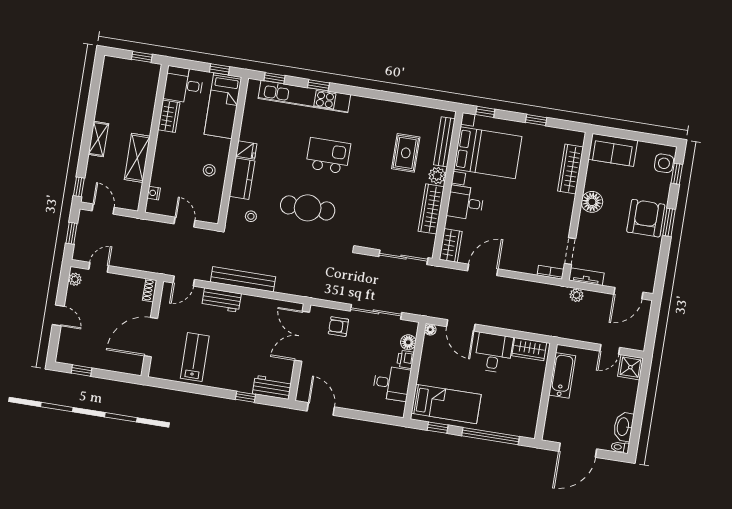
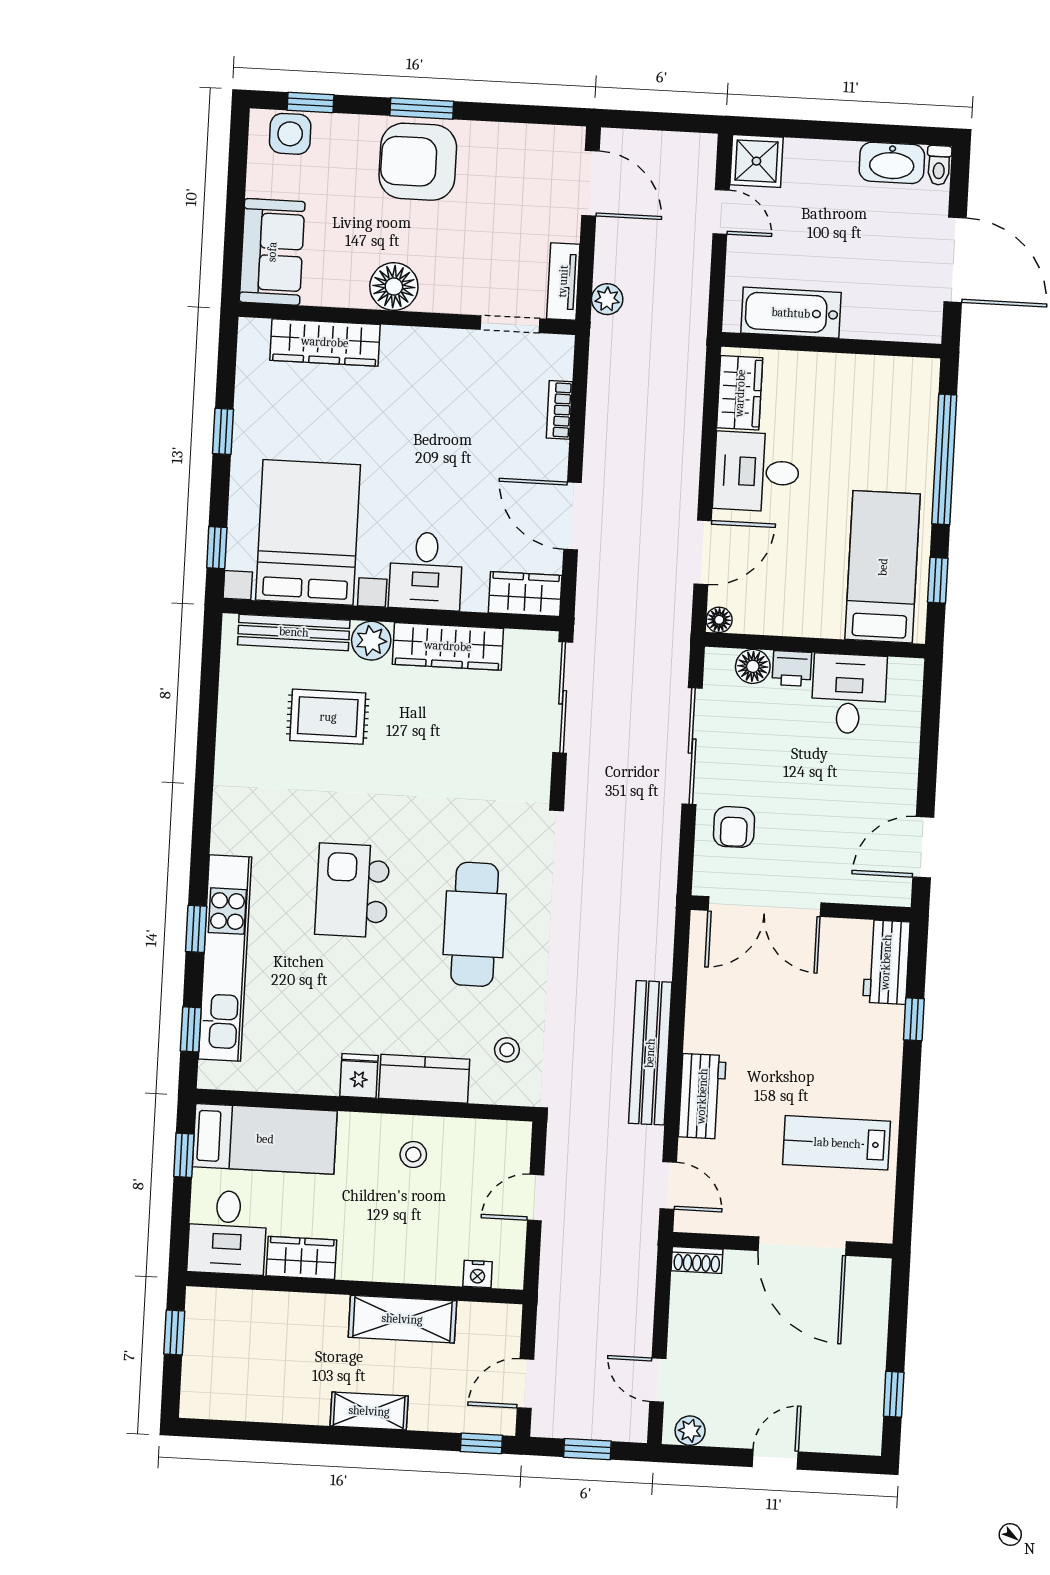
bookcase: (550, 272) -> (559, 410), moved

